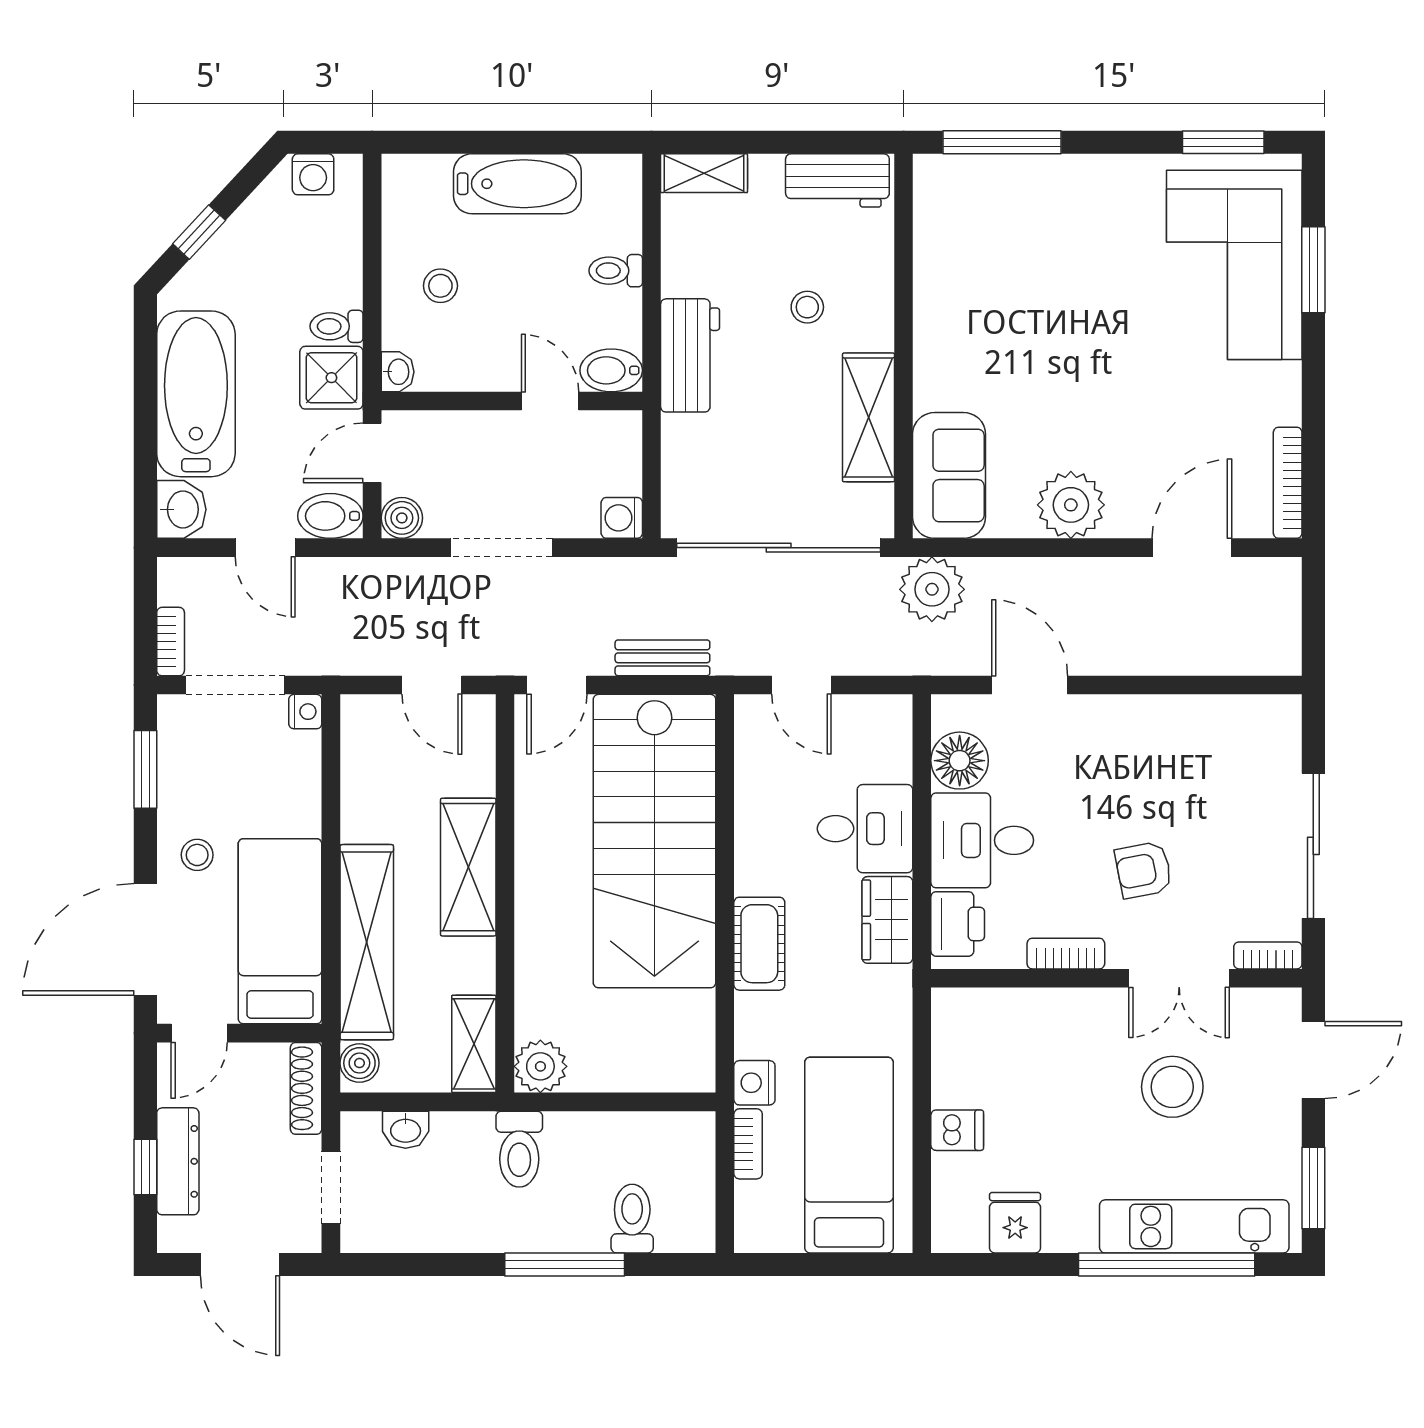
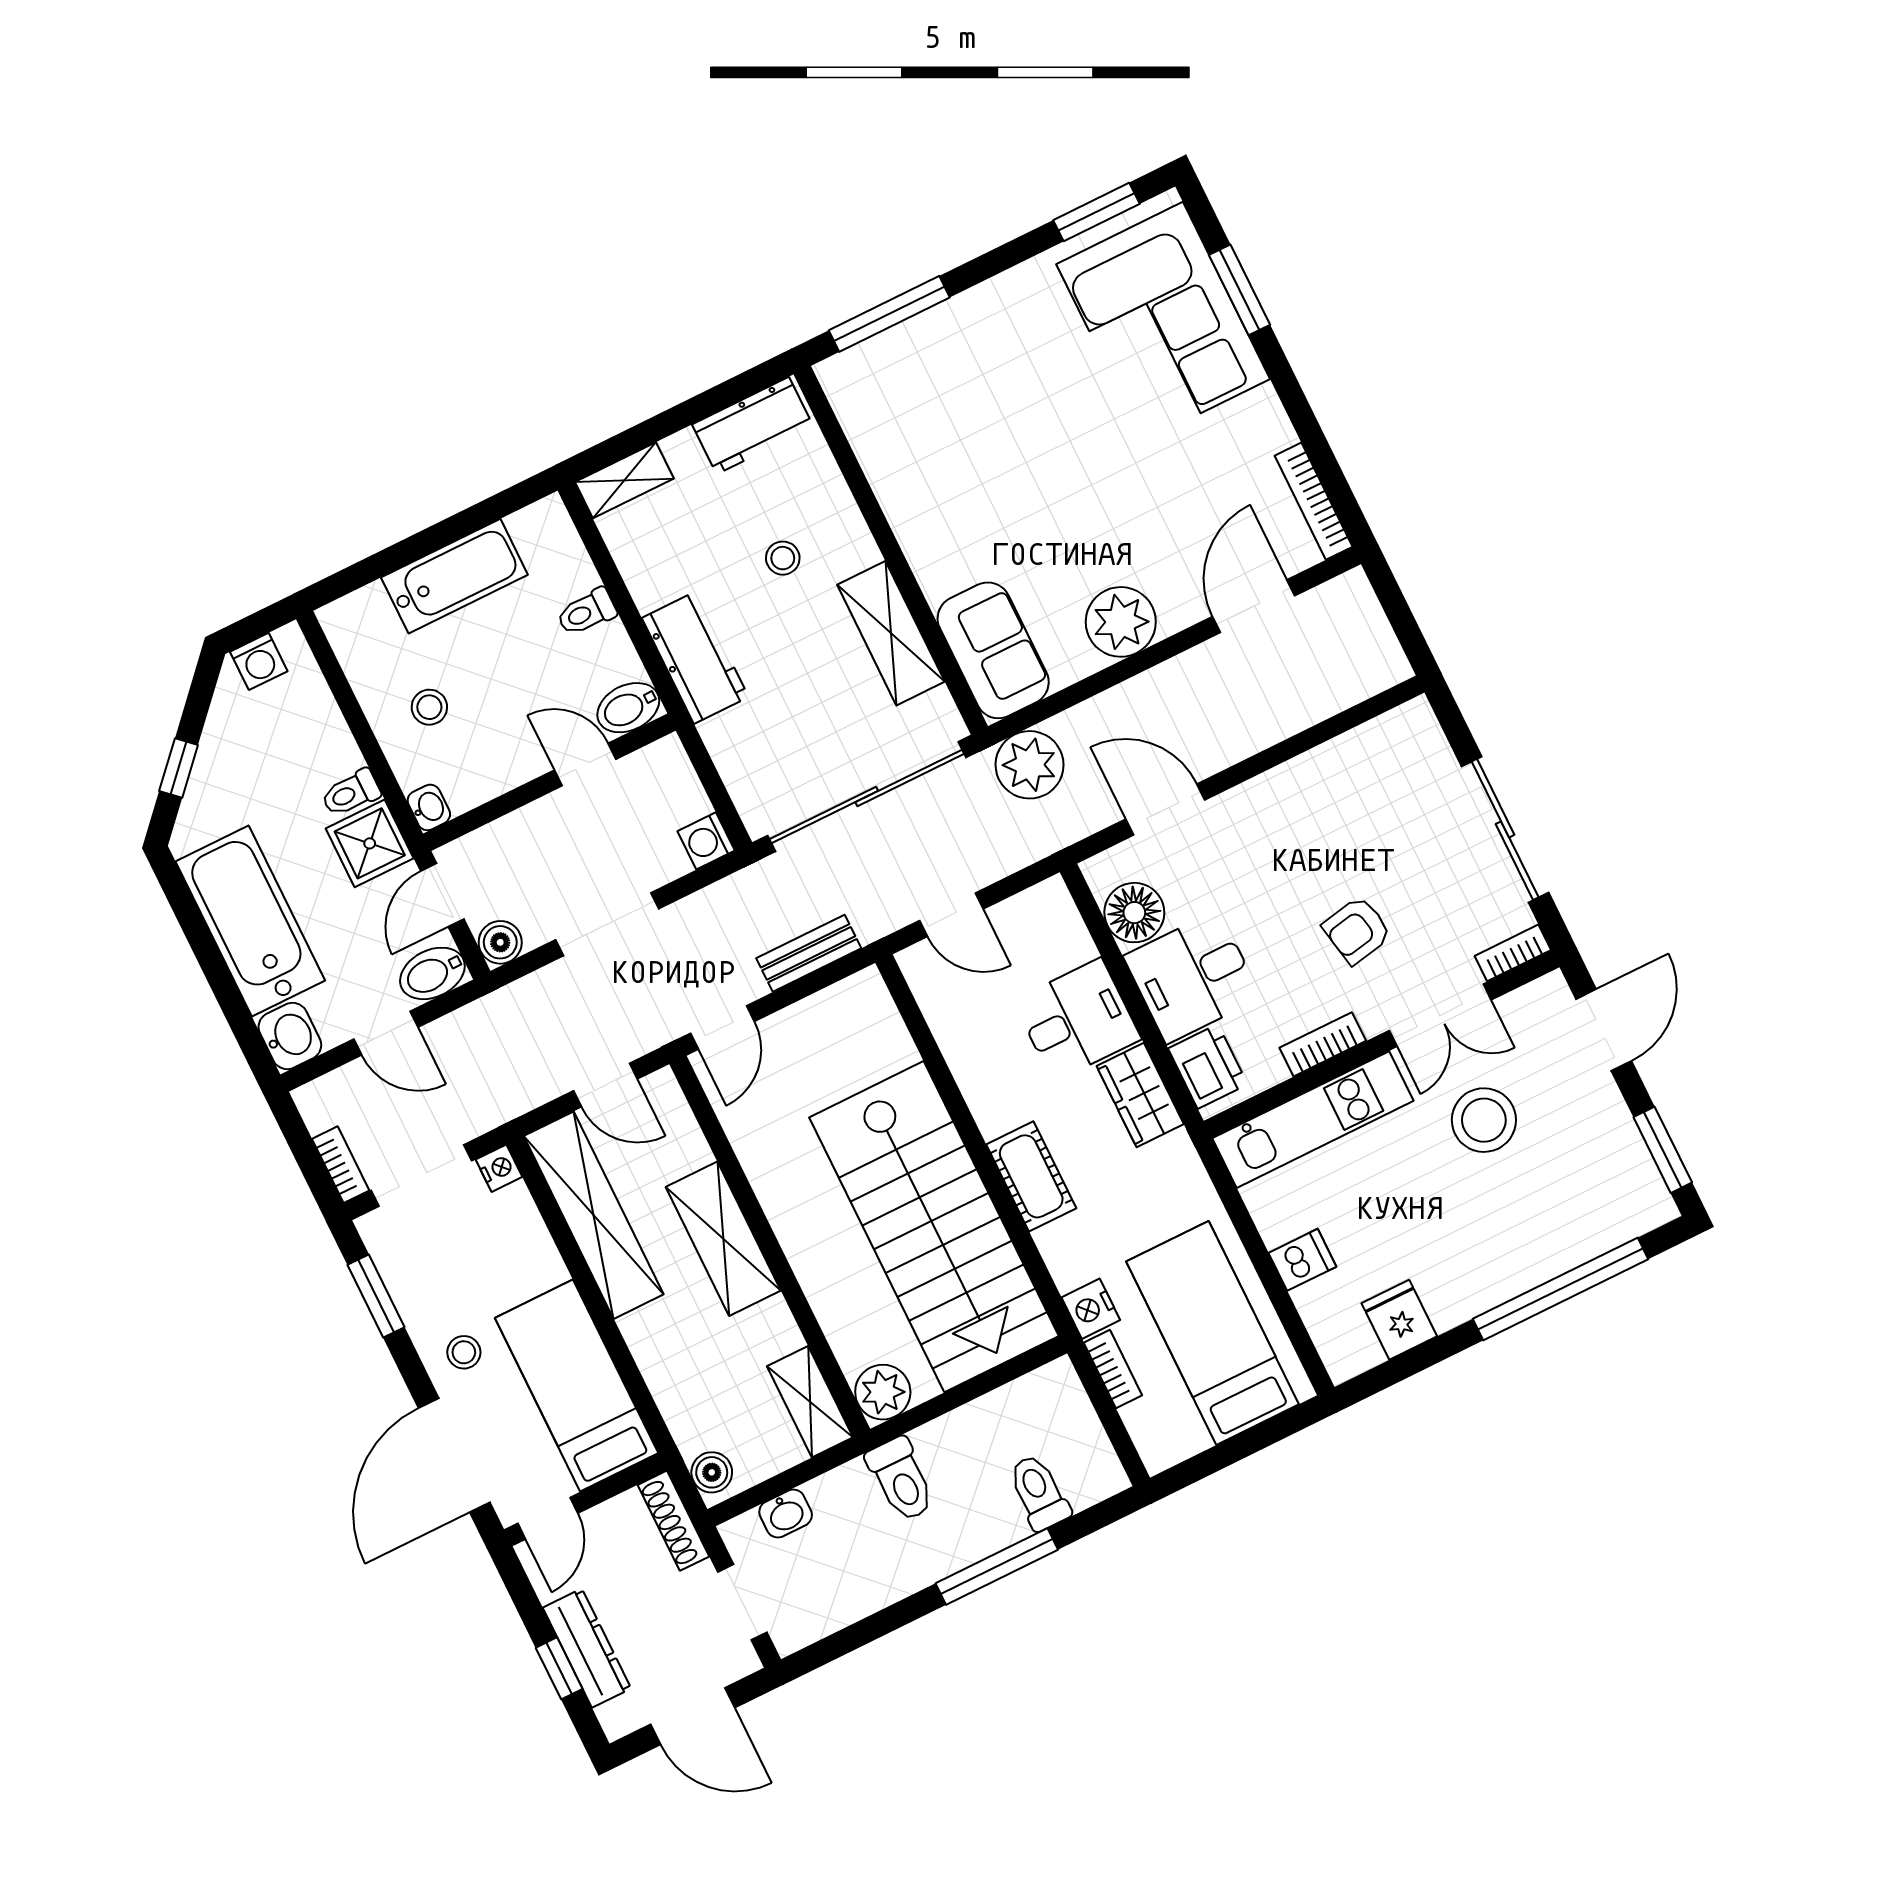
stairs: (654, 841) -> (934, 1227), moved
shelving: (367, 942) -> (594, 1215), moved
kitchen unit: (1194, 1226) -> (1313, 1120), moved, turned 180

